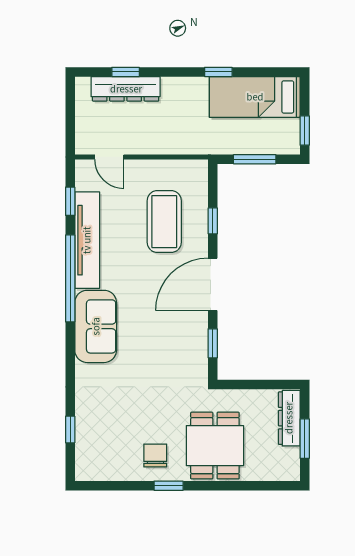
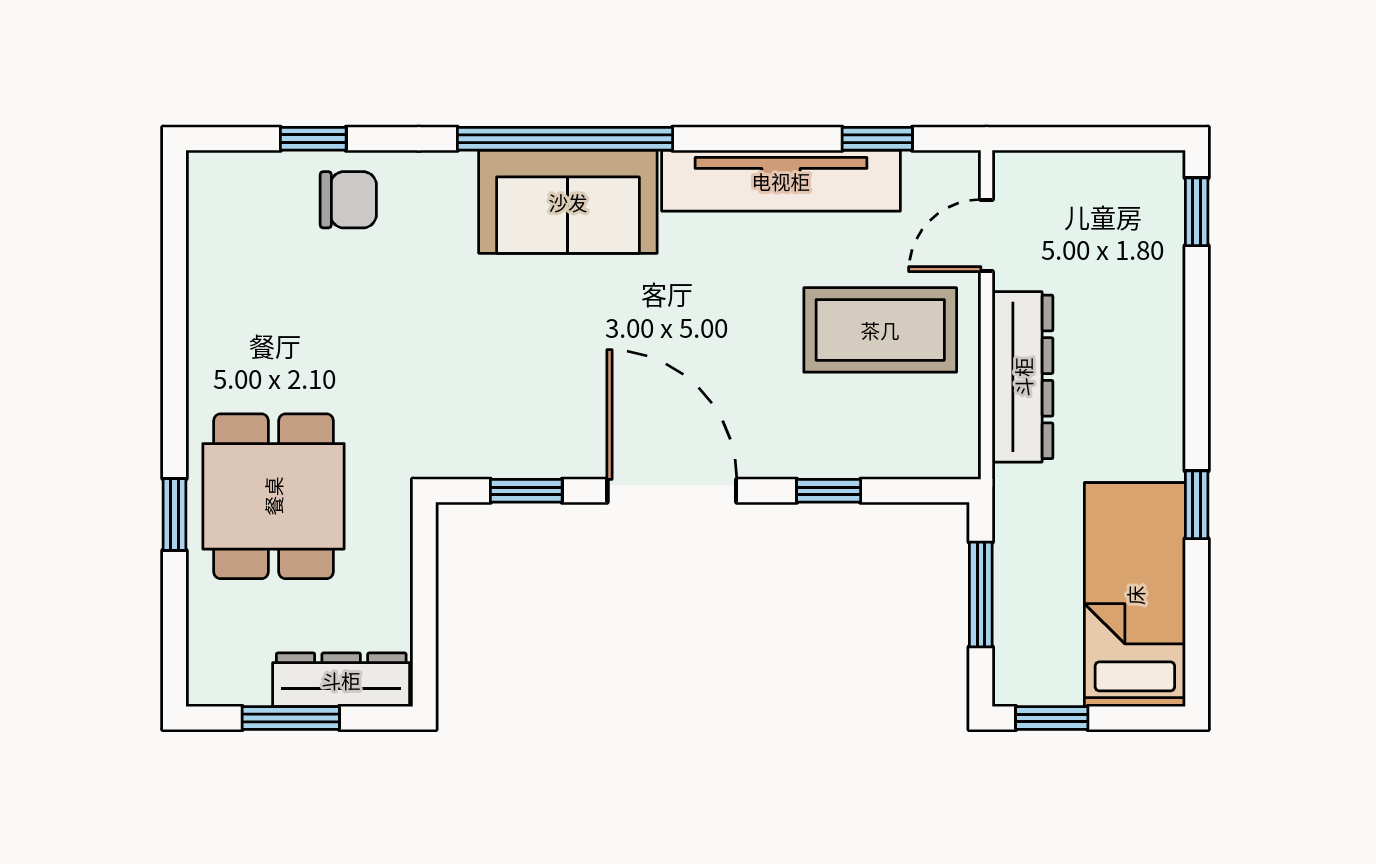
window: (126, 72) -> (1197, 212), moved
dresser: (126, 89) -> (1023, 377), moved, turned 180
coffee table: (164, 222) -> (880, 330), moved
window: (70, 278) -> (565, 139), moved
dining table: (215, 446) -> (273, 496), turned 90
chair: (155, 456) -> (348, 200), moved
window: (169, 486) -> (174, 514), moved

